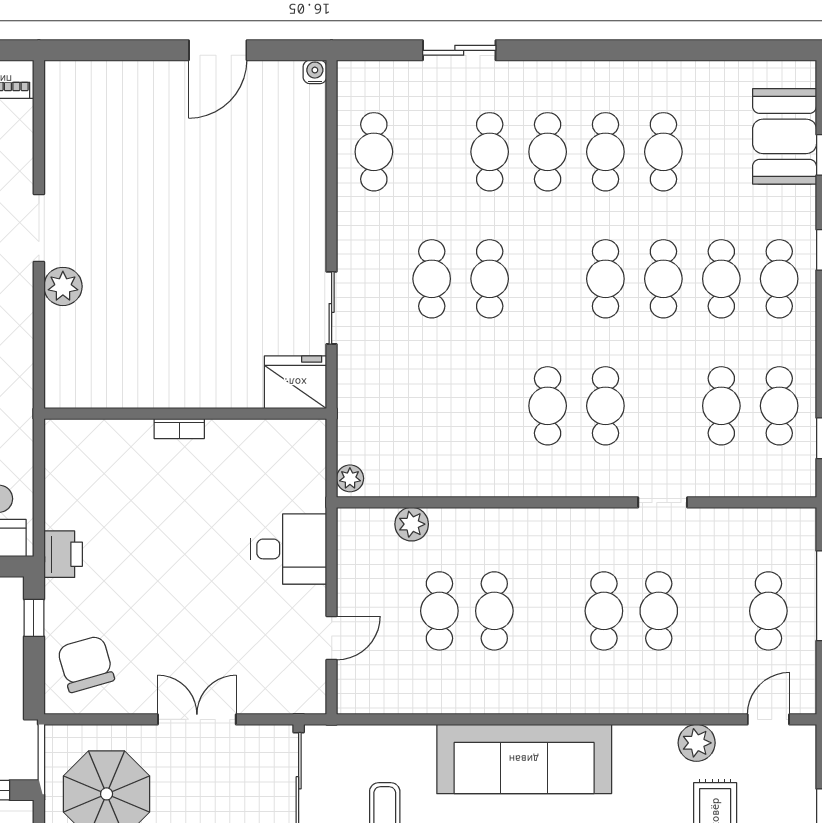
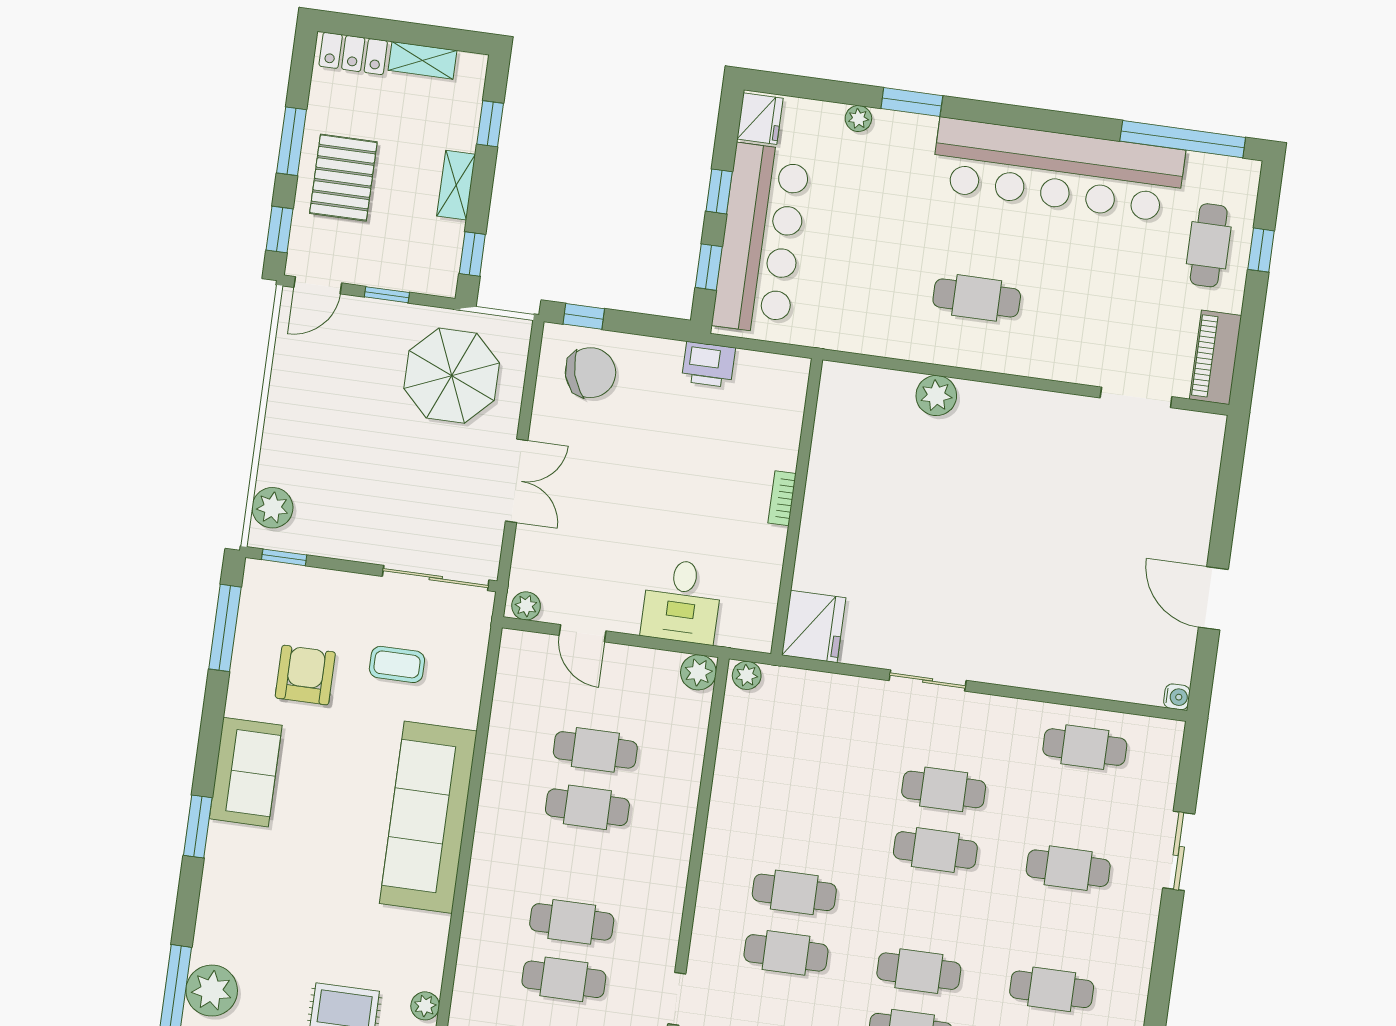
cafe table: (548, 152) -> (1060, 929), removed
doorway: (39, 228) -> (1136, 397), moved
plant: (63, 286) -> (936, 396), moved
fridge: (295, 382) -> (814, 626), moved
wall: (185, 414) -> (797, 507), moved
bookcase: (179, 429) -> (782, 498), moved
plant: (412, 524) -> (698, 672), moved
window: (34, 618) -> (584, 316), moved
plant: (313, 694) -> (526, 606), added
plant: (697, 743) -> (425, 1006), width x0.73, depth x0.73

